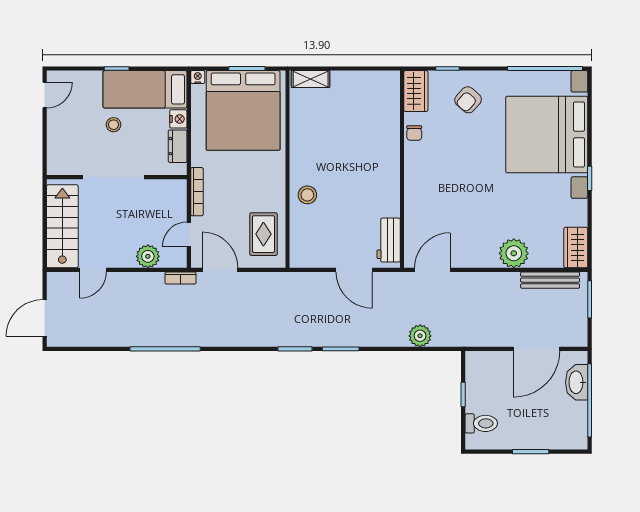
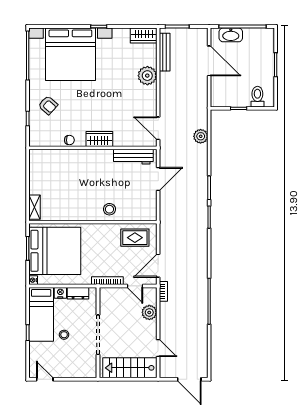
wardrobe: (416, 91) -> (99, 139), moved
workbench: (389, 240) -> (133, 157), width x1.37

